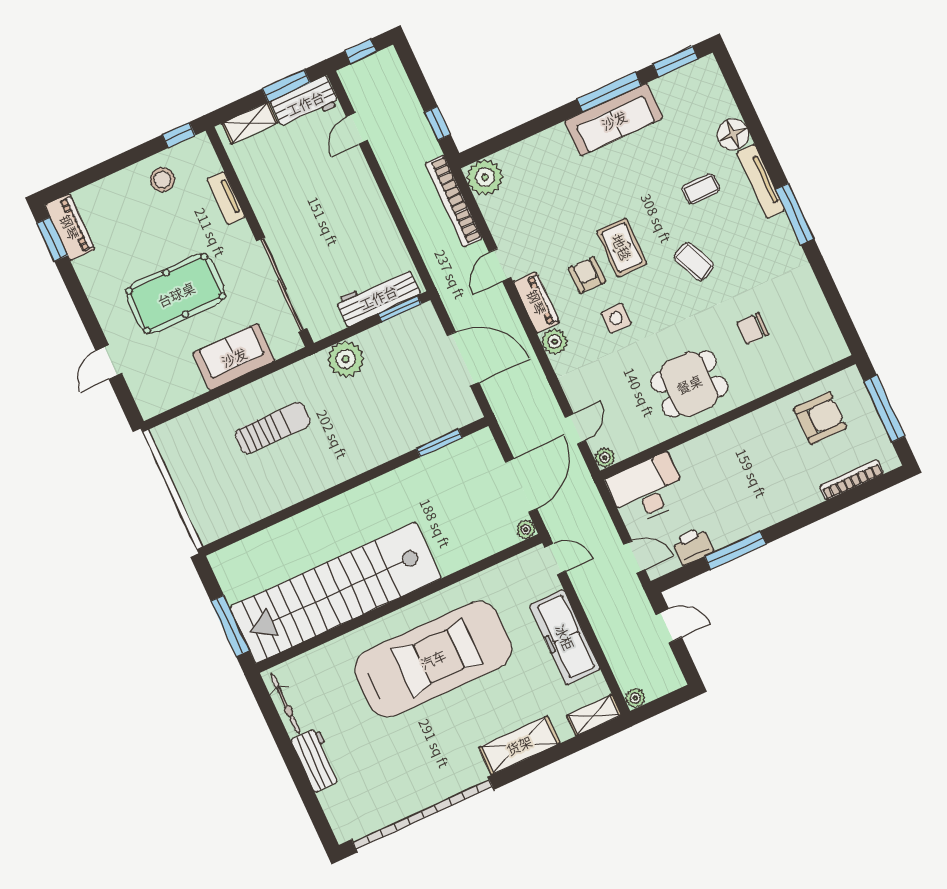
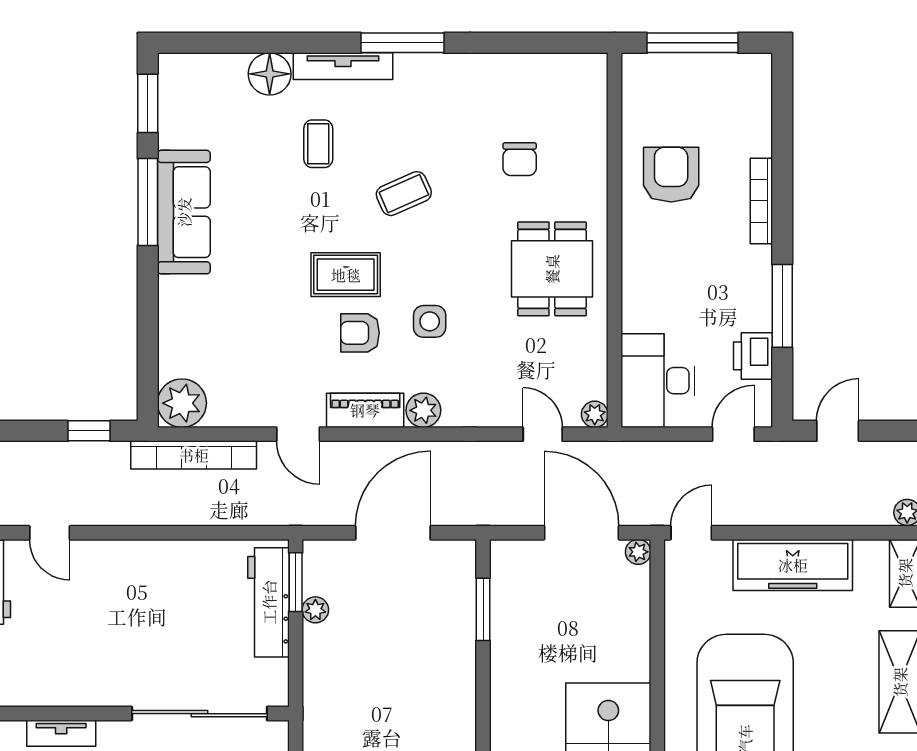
plant: (346, 359) -> (315, 610), moved, width x0.53, depth x0.53
armchair: (820, 418) -> (671, 175), moved
bookcase: (852, 480) -> (761, 201), moved

